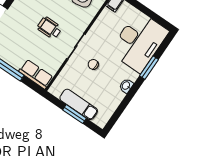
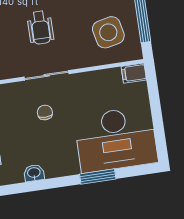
wheelchair: (49, 28) -> (40, 28), turned 180
washbasin: (126, 86) -> (34, 173), moved

